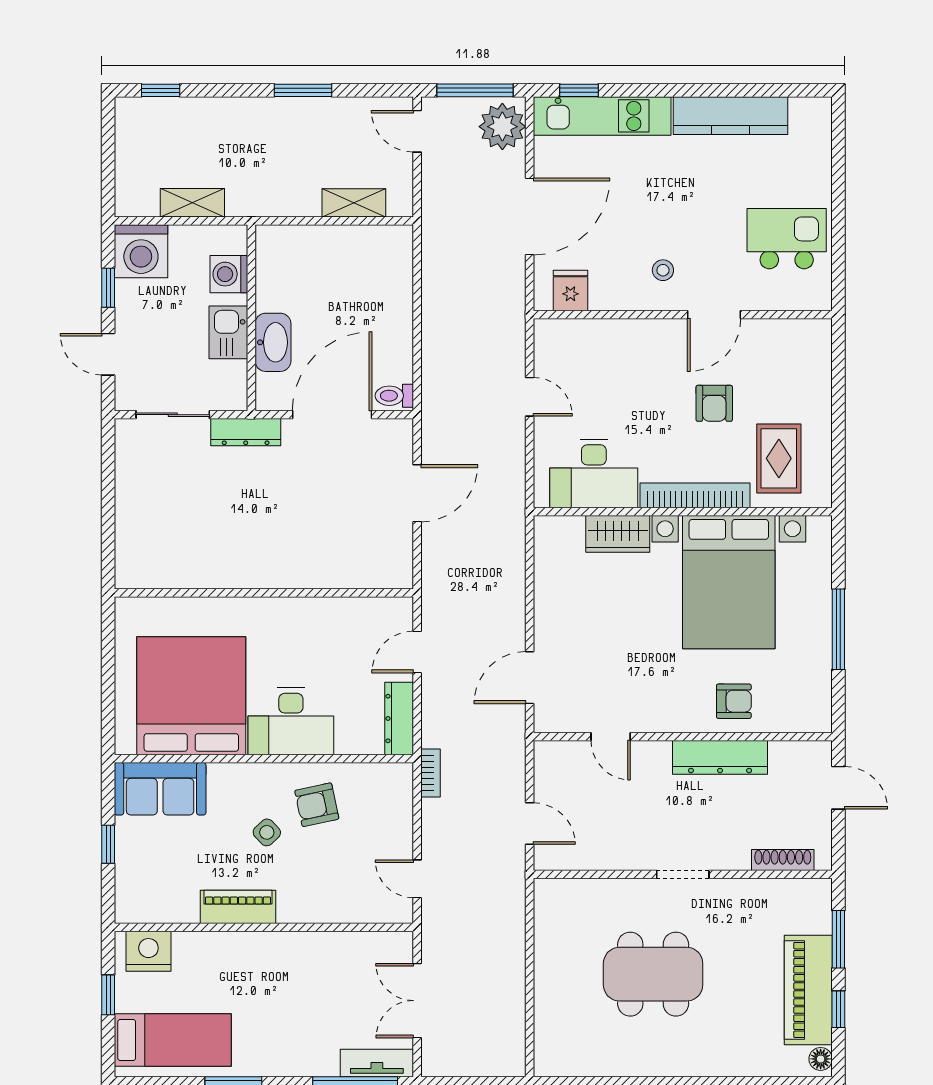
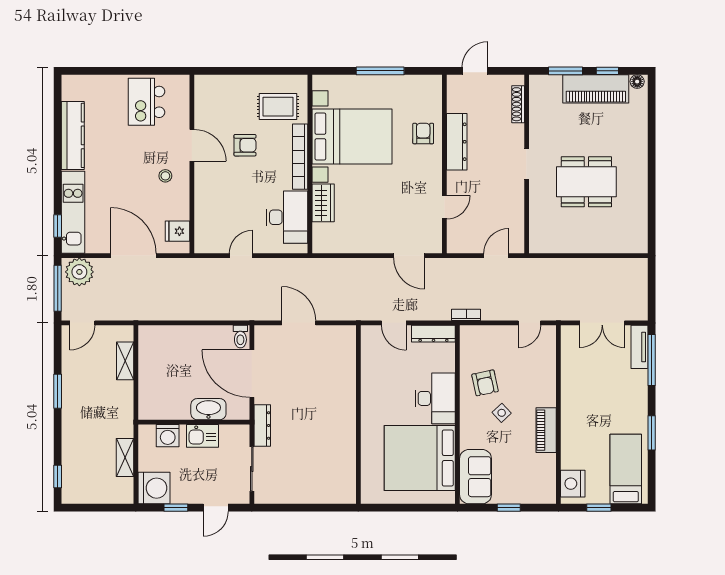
dining table: (653, 974) -> (586, 182), turned 90

